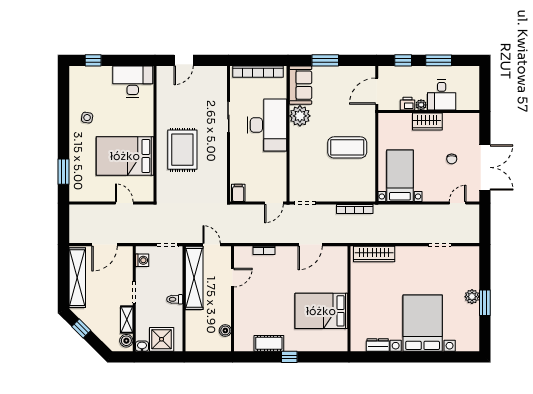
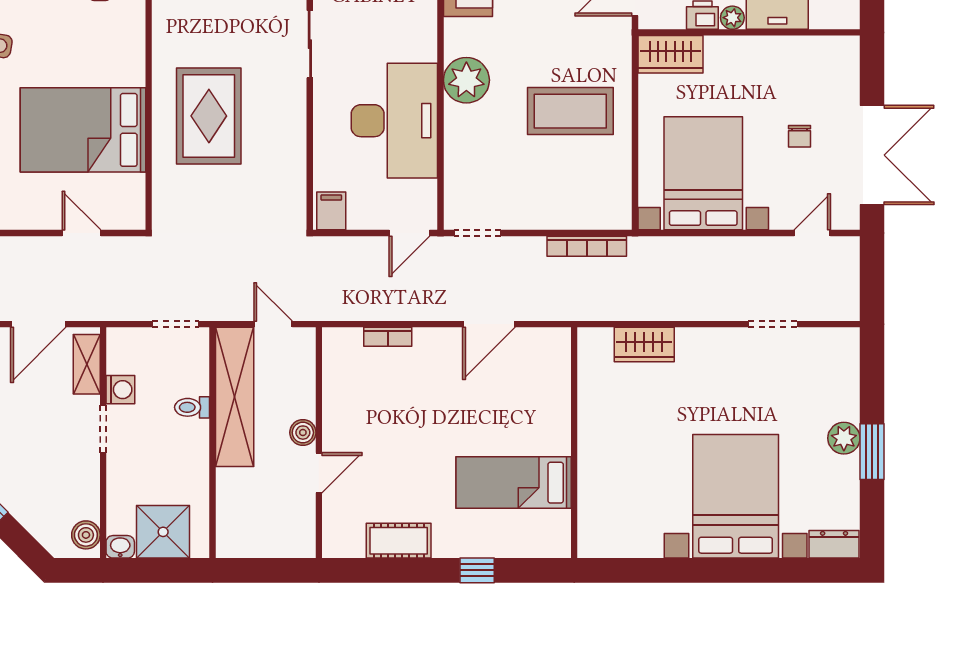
plant: (300, 116) -> (466, 80), moved
wardrobe: (427, 122) -> (670, 54), moved
desk: (267, 125) -> (394, 121), moved
bed with nightstands: (400, 176) -> (703, 173), width x1.36
wardrobe: (374, 254) -> (644, 345), width x0.67
washing machine: (142, 260) -> (120, 390), moved
door: (233, 278) -> (319, 473), moved
toilet: (175, 299) -> (192, 407), moved
bed: (321, 311) -> (514, 483), width x0.67
shelving: (127, 320) -> (87, 364), moved
boiler: (225, 330) -> (303, 433), moved
dresser: (378, 345) -> (834, 544), moved
window: (289, 357) -> (477, 570), moved

